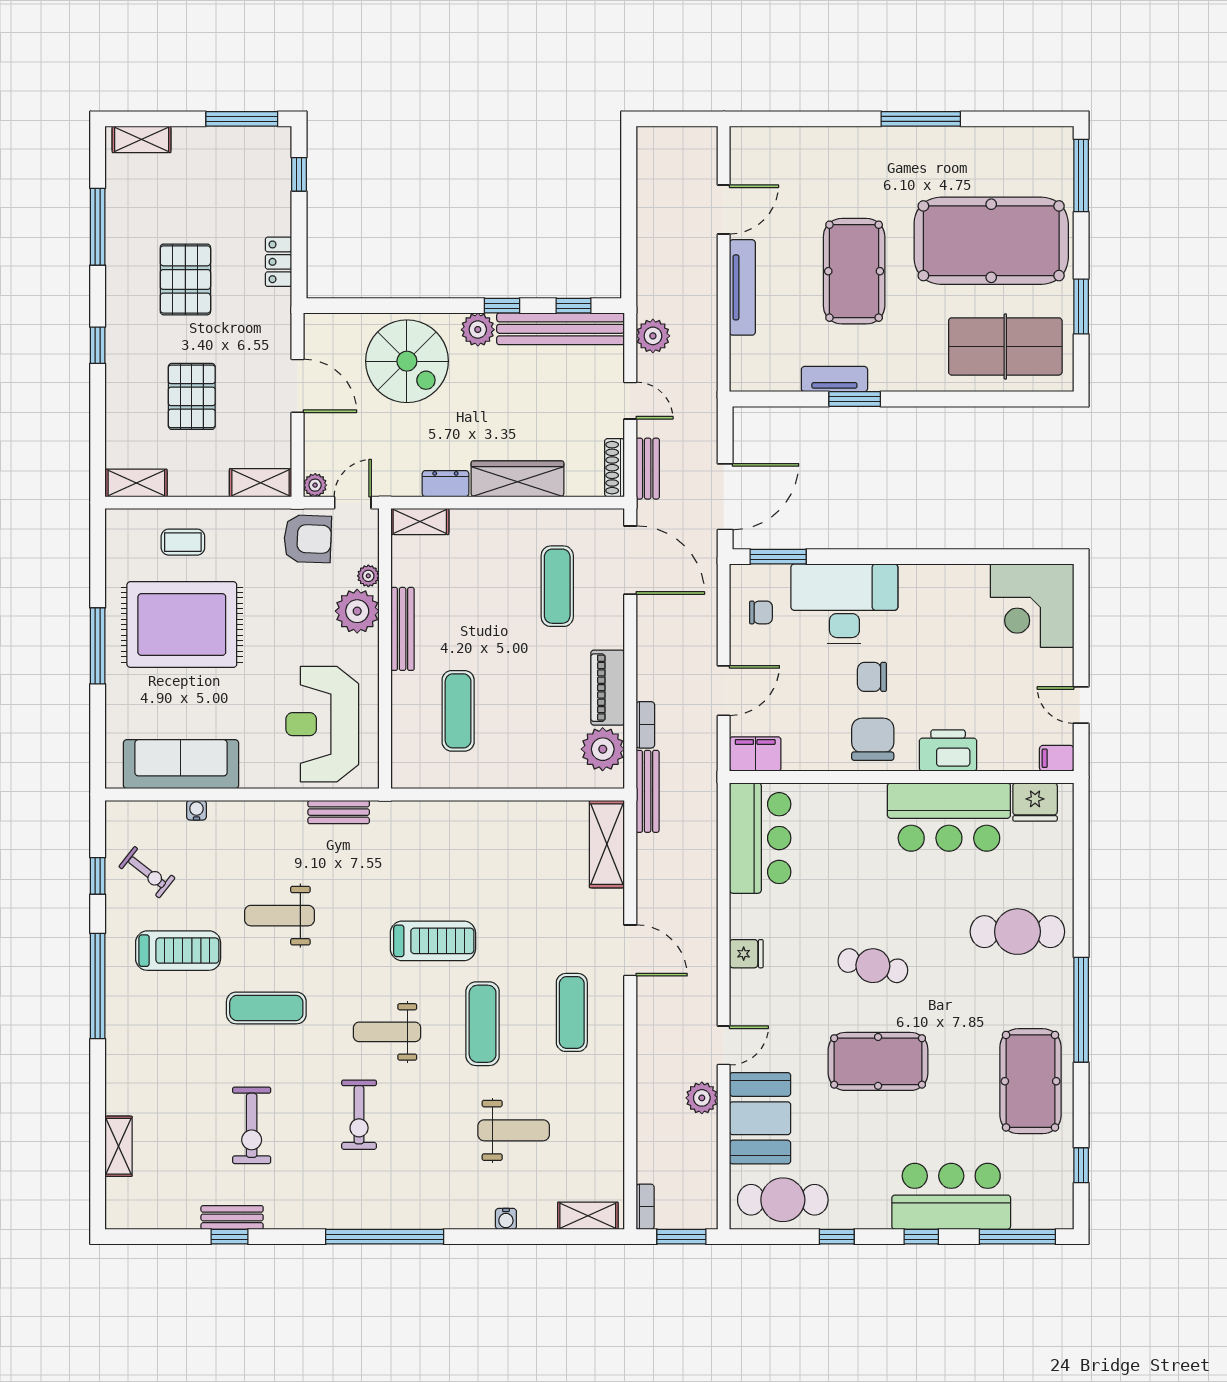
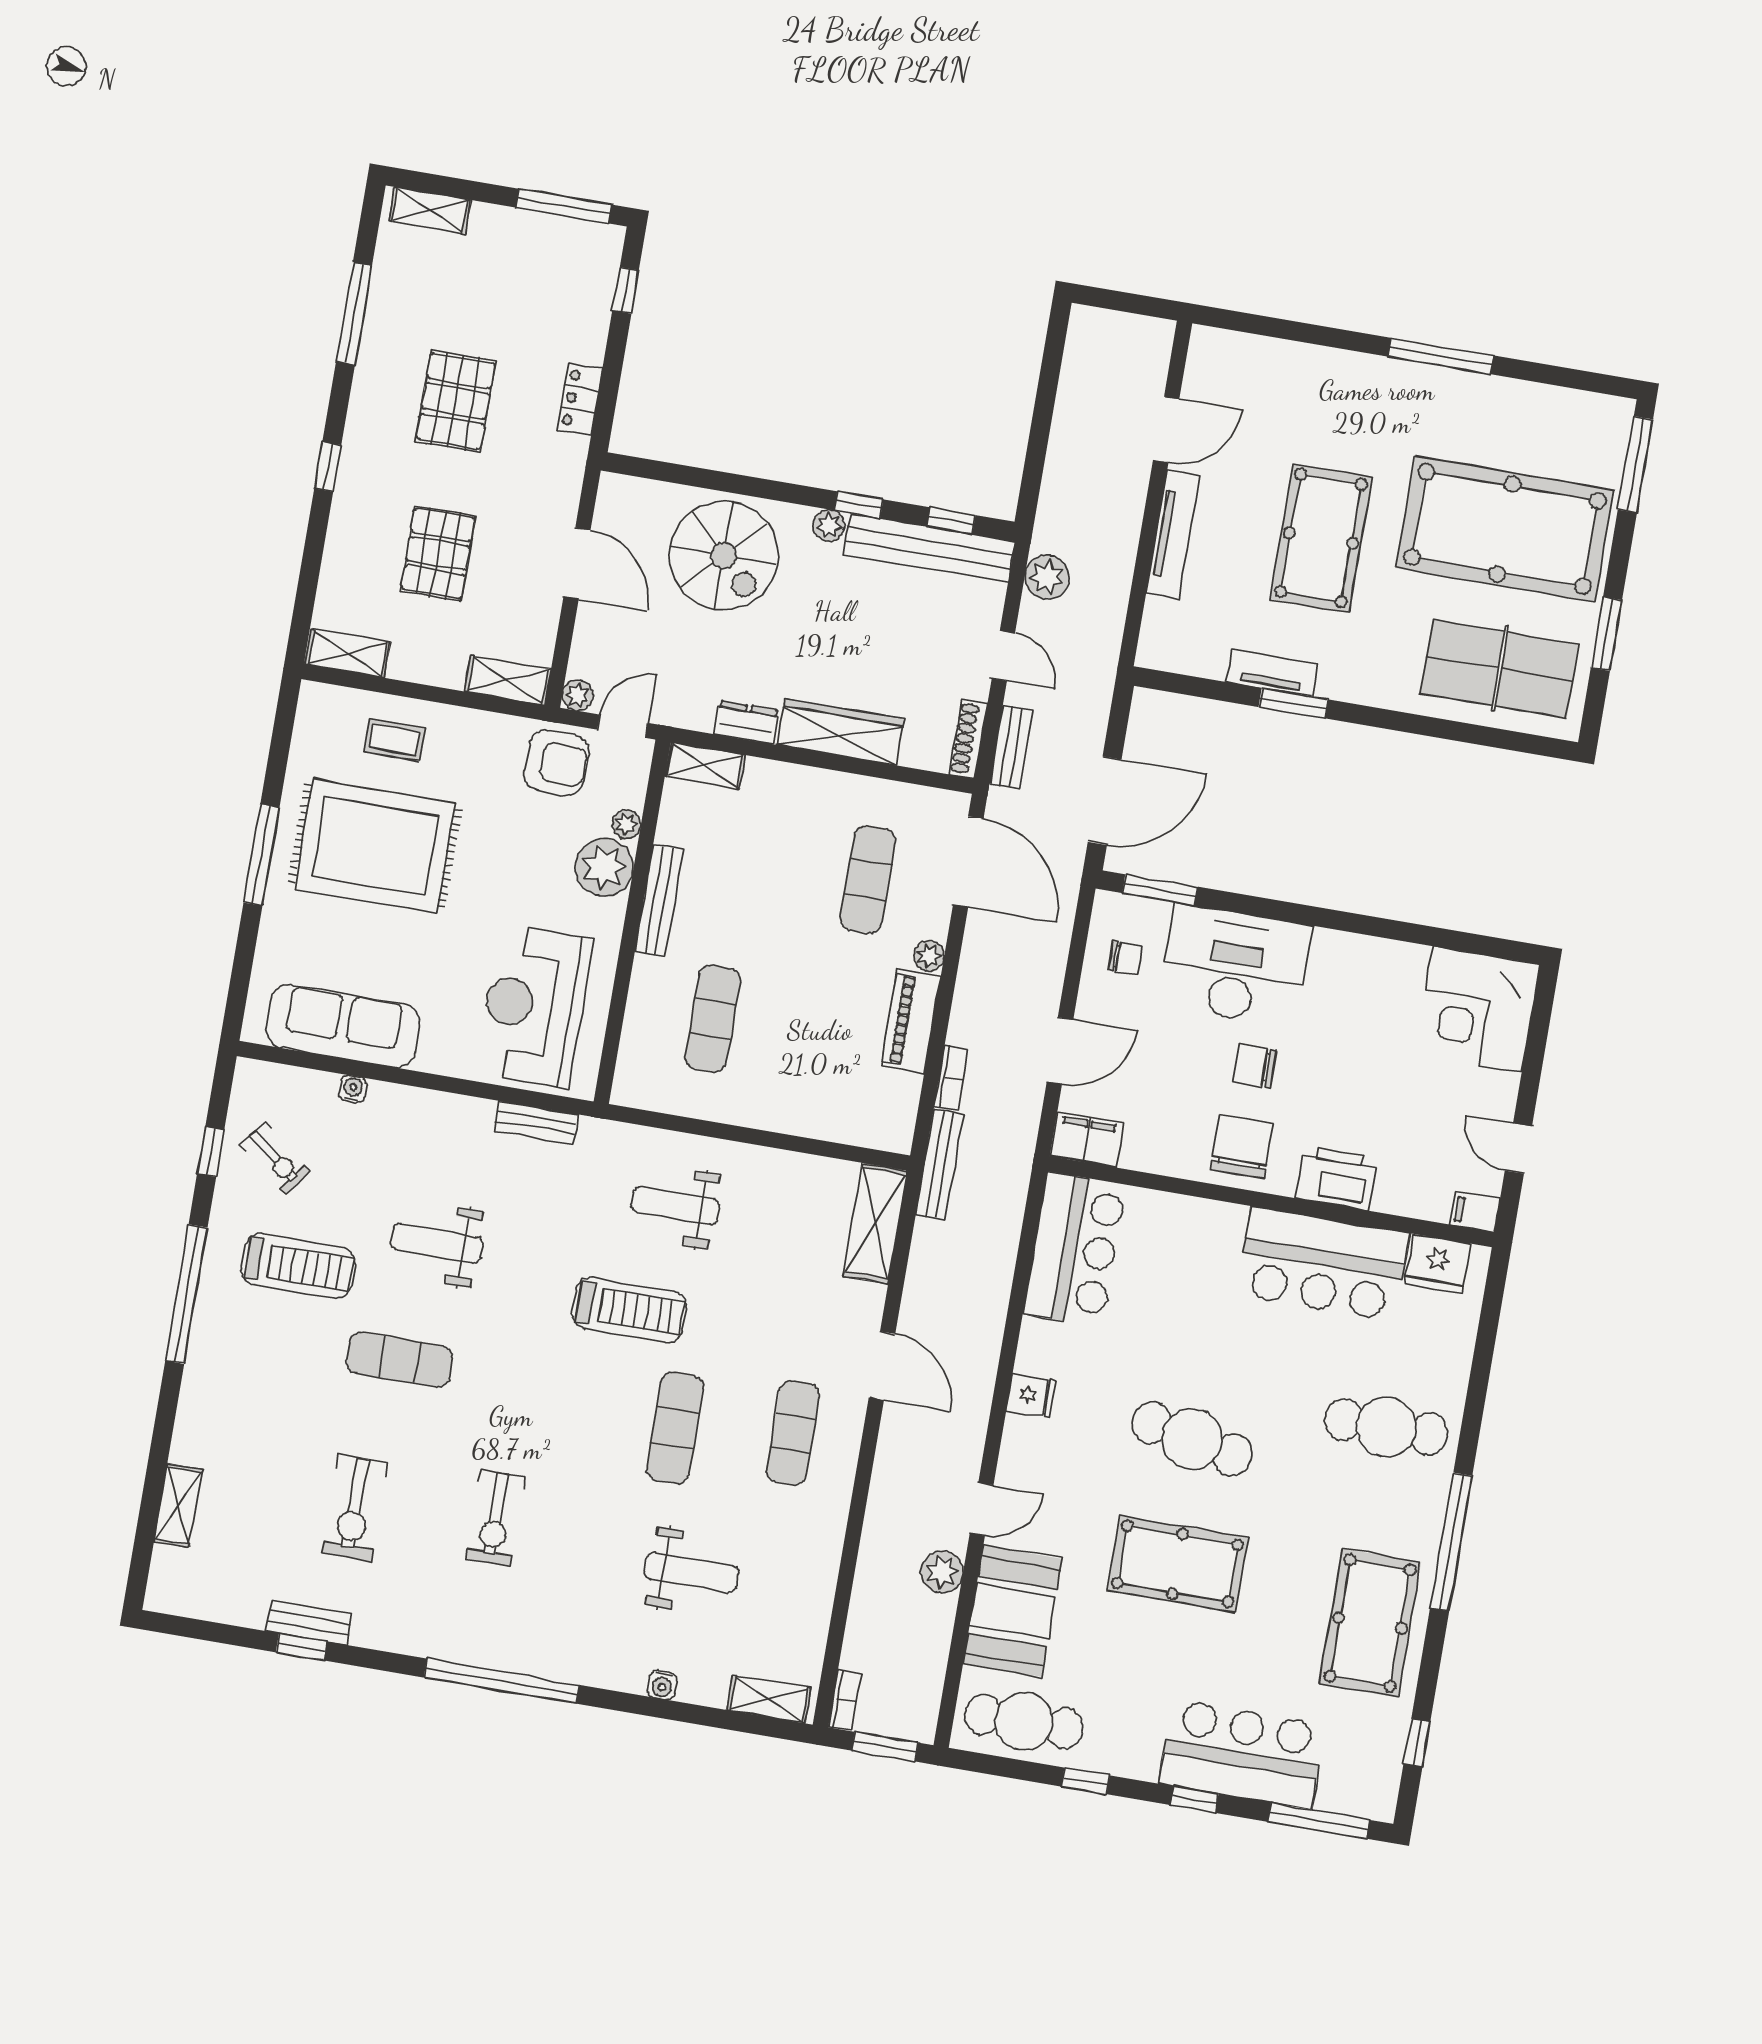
plant: (478, 330) -> (829, 525), width x0.73, depth x0.73
plant: (603, 749) -> (929, 956), moved, width x0.53, depth x0.53
cafe table: (873, 966) -> (1192, 1439), width x1.37, depth x1.35
weight bench: (387, 1032) -> (675, 1206), moved

